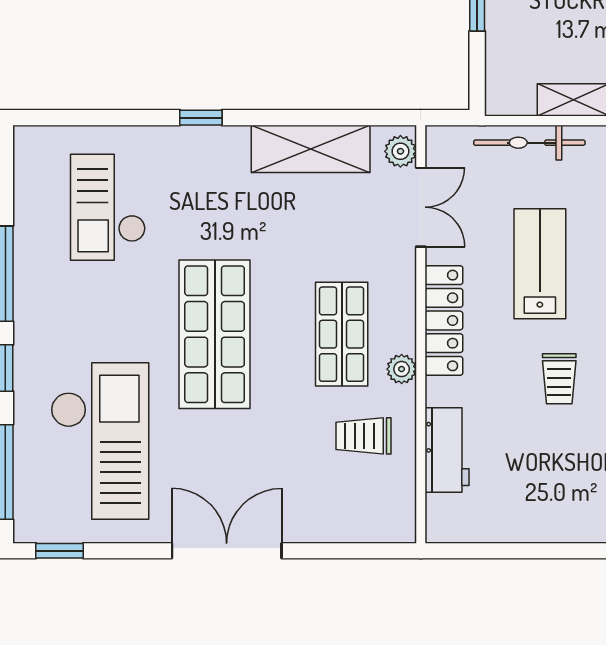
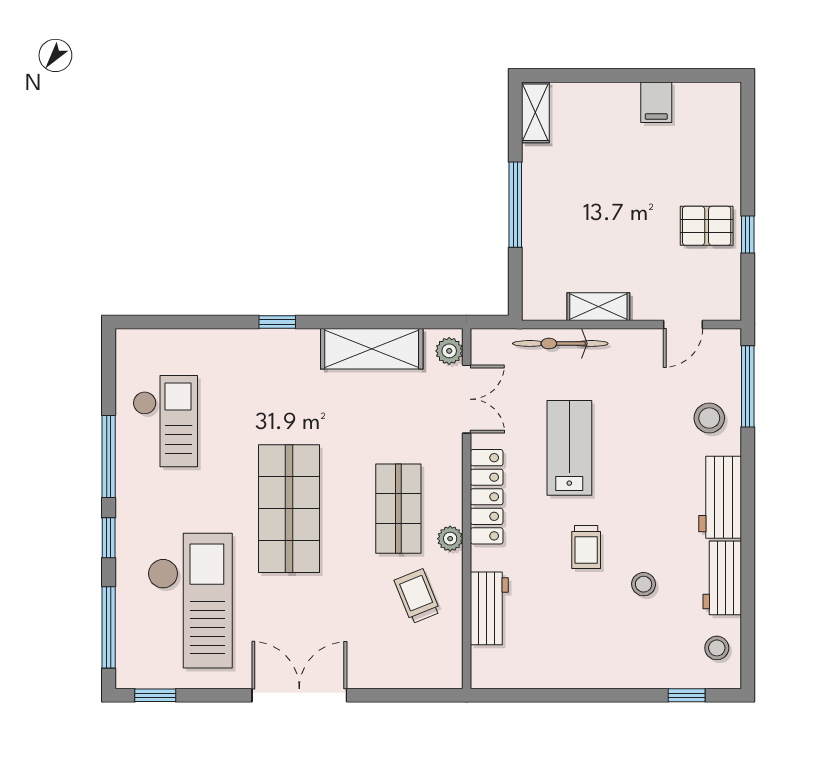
checkout: (108, 207) -> (165, 421), moved, turned 180
trolley: (363, 436) -> (417, 596), turned 68

